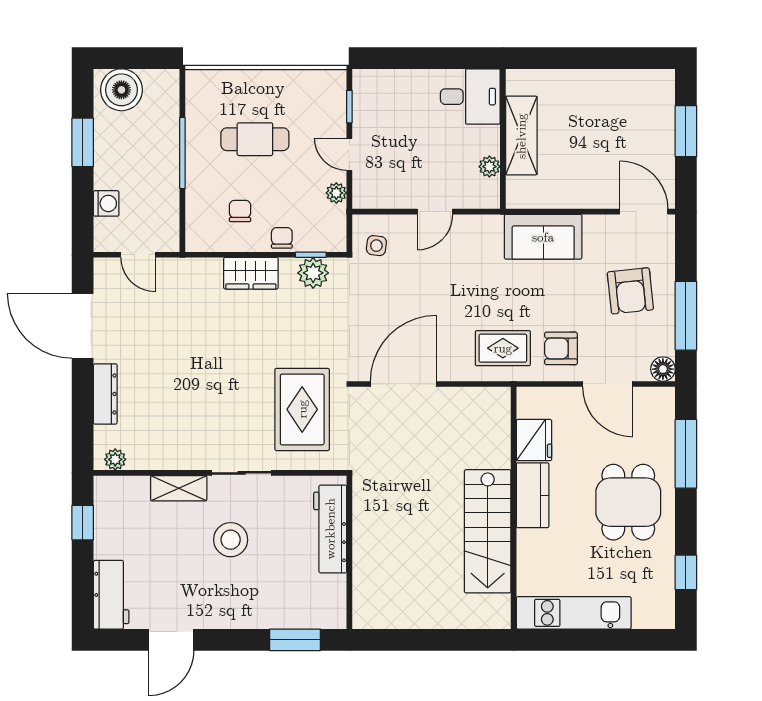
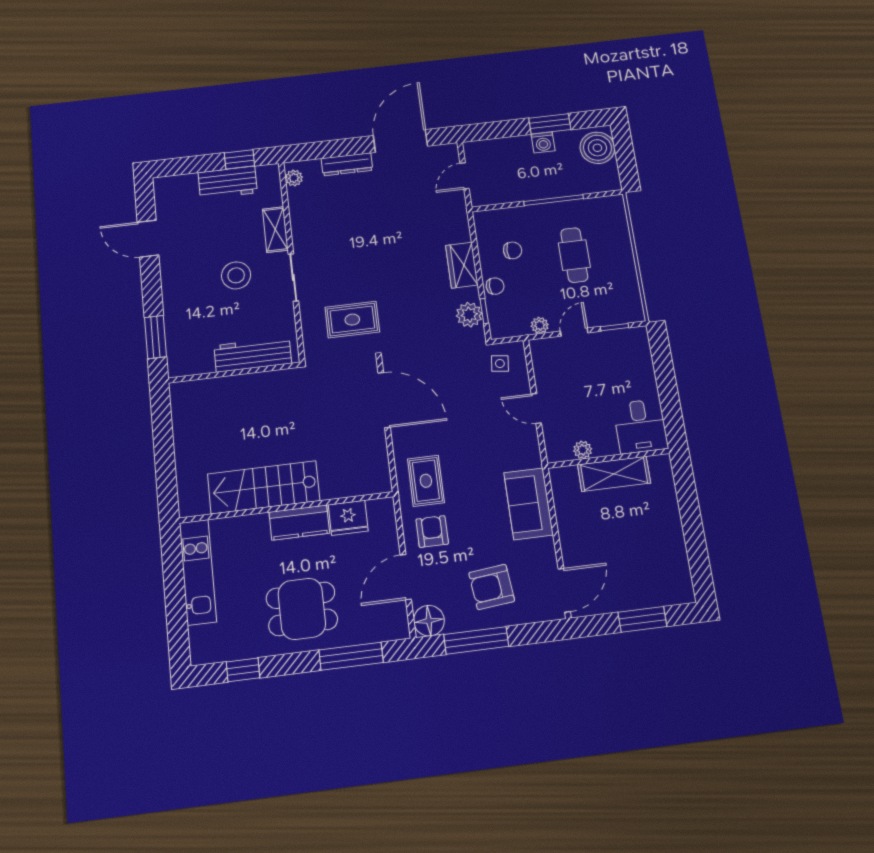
washing machine: (106, 203) -> (543, 142), moved
floor lamp: (663, 369) -> (429, 621), width x1.38, depth x1.38
rug: (302, 409) -> (352, 320), width x0.73, depth x0.70
workbench: (111, 595) -> (228, 183), moved

